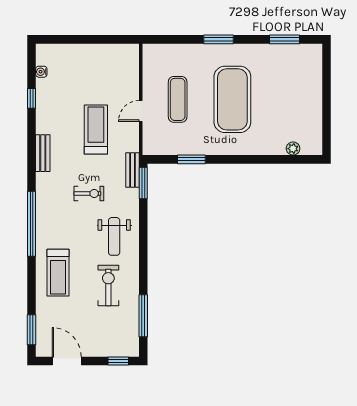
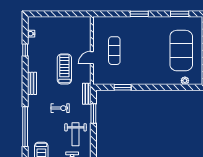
exercise mat: (232, 99) -> (181, 51), moved
window: (143, 183) -> (93, 114), moved

